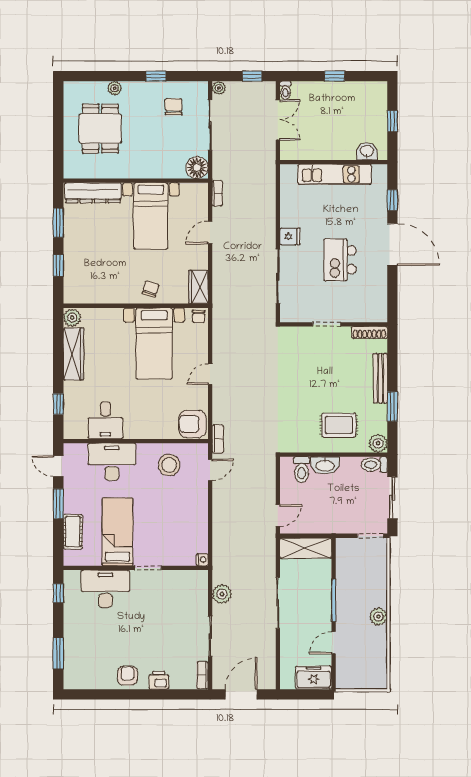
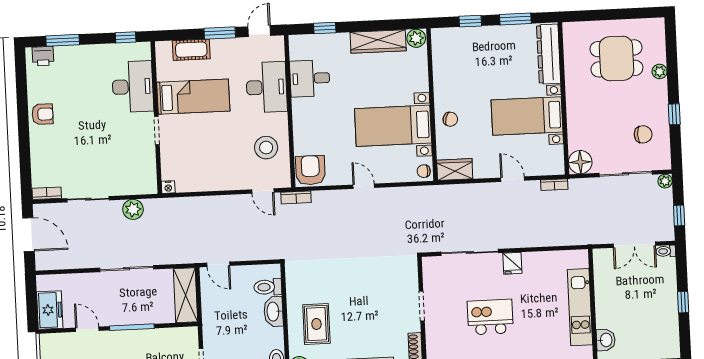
printer: (159, 680) -> (43, 56), moved, turned 90

